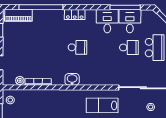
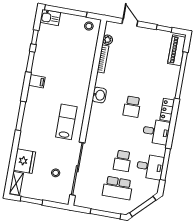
desk: (107, 21) -> (156, 132), moved

